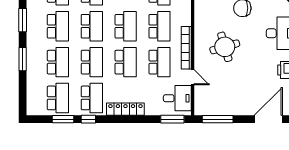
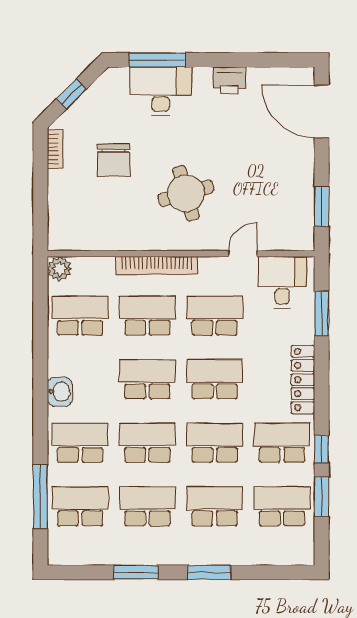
bookcase: (186, 48) -> (157, 266), moved
window: (172, 119) -> (322, 313), moved
window: (218, 119) -> (322, 207), width x0.69

